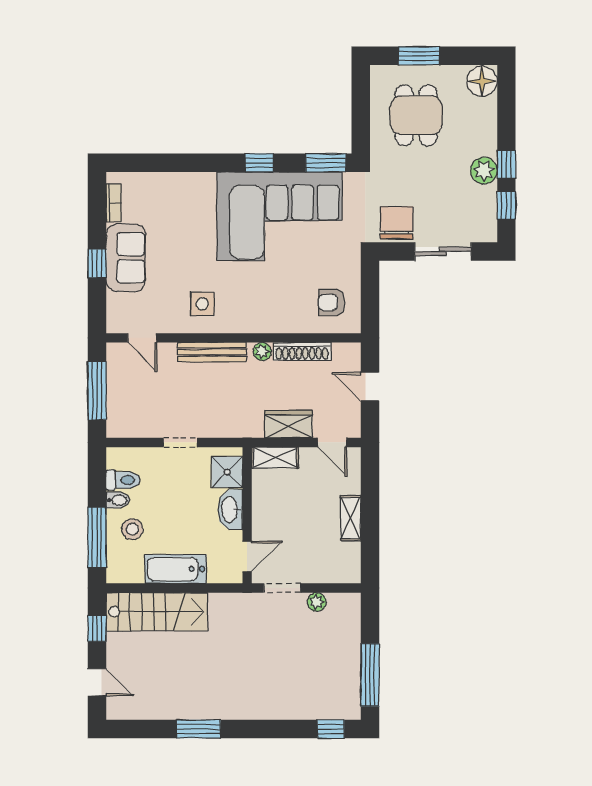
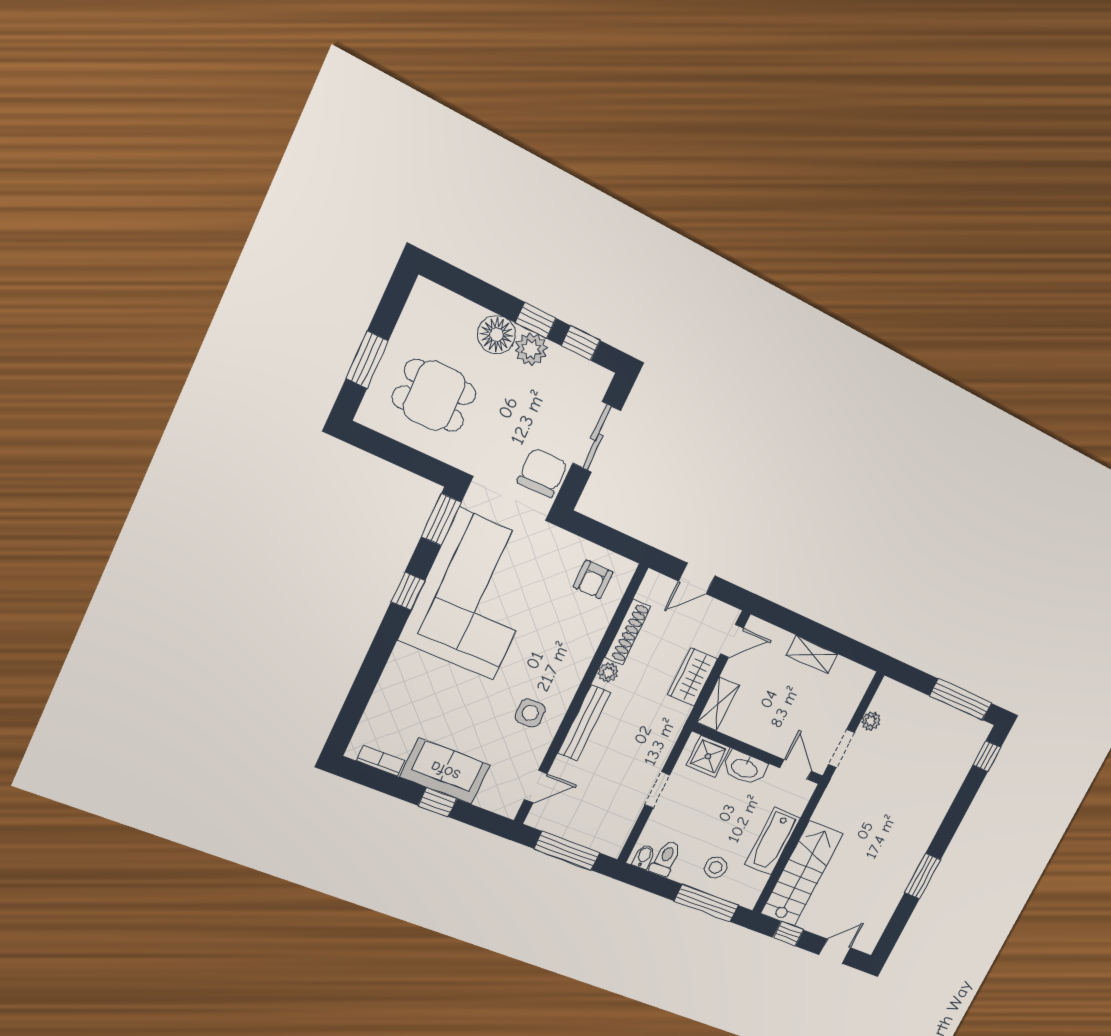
floor lamp: (482, 81) -> (496, 335), moved
chair: (397, 223) -> (542, 473), turned 90
bidet: (118, 500) -> (644, 856), moved

